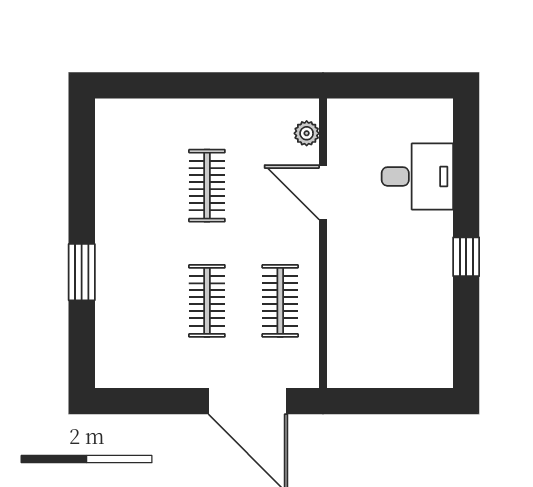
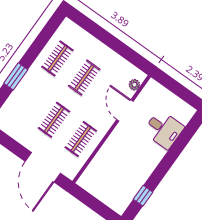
clothes rail: (134, 186) -> (57, 58), added
window: (466, 257) -> (143, 196), moved

